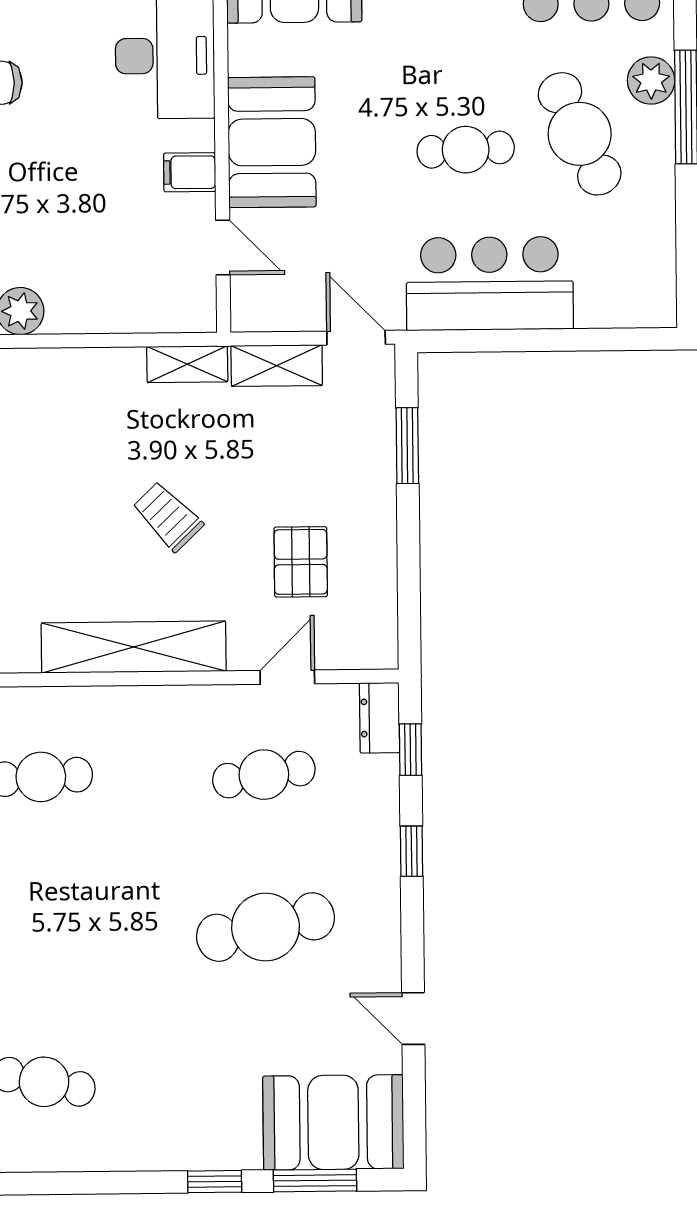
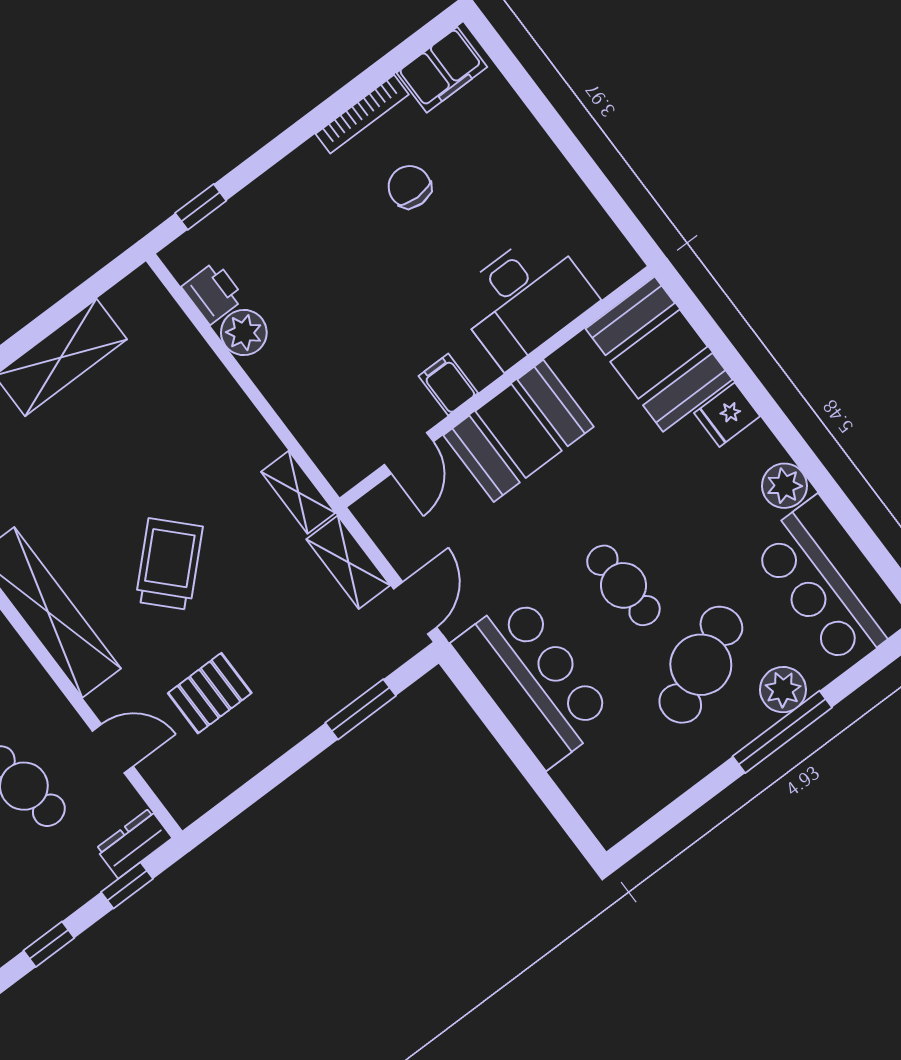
trolley: (168, 516) -> (169, 564), width x1.36, depth x1.39

